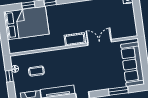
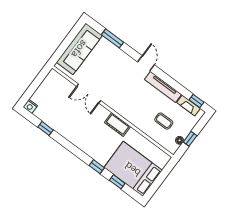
cot: (75, 39) -> (118, 124), moved

